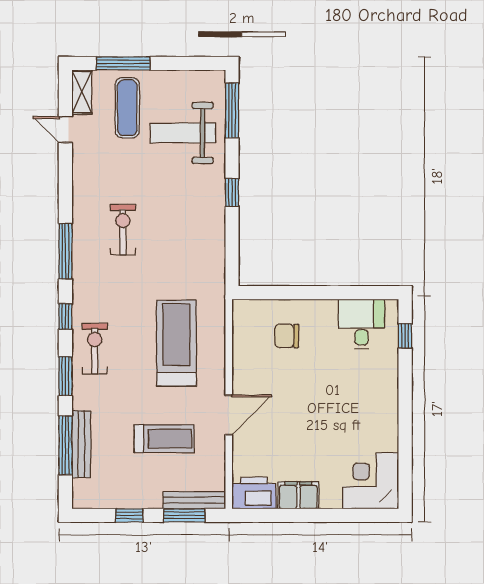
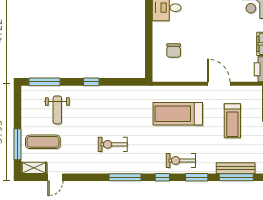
weight bench: (183, 133) -> (57, 110), width x0.73, depth x0.75
treadmill: (164, 439) -> (232, 121), turned 180

